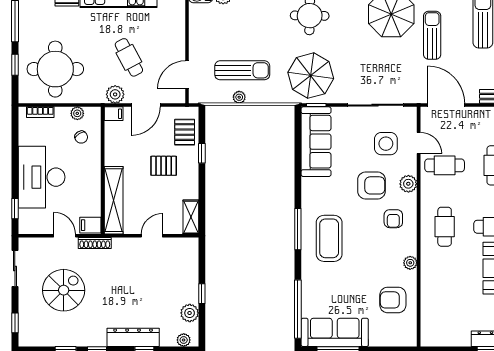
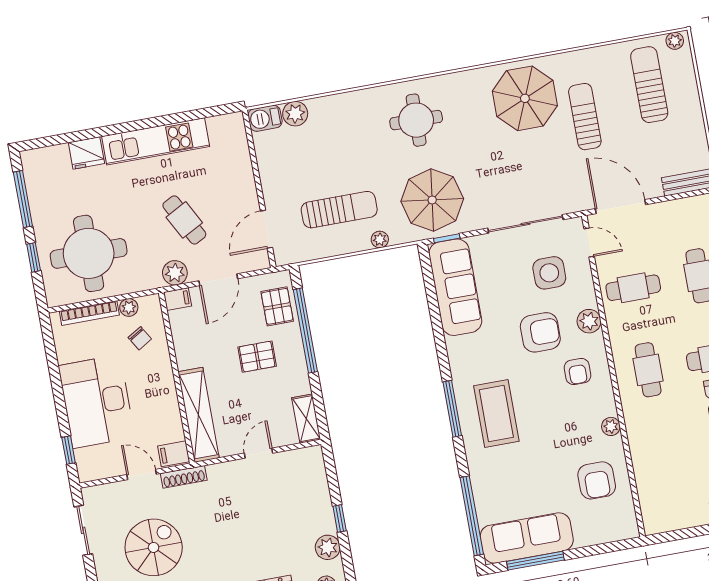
plant: (239, 97) -> (380, 239), moved
bookcase: (40, 112) -> (89, 313), width x1.56
door: (419, 143) -> (589, 242), moved
window: (202, 153) -> (305, 331), width x3.17
armchair: (393, 300) -> (597, 480), turned -90

